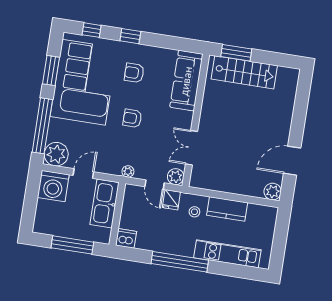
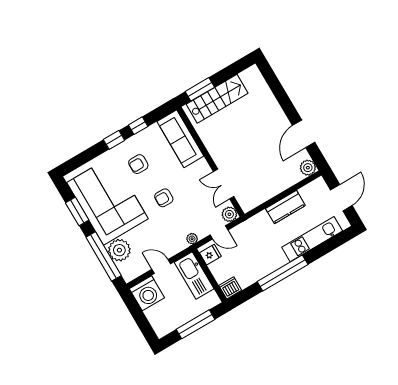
window: (92, 30) -> (138, 126), moved
plant: (56, 154) -> (119, 250), moved
door: (83, 174) -> (161, 266), hinge flipped
fridge: (171, 200) -> (210, 255), moved, turned -90
stool: (194, 212) -> (264, 228), removed
door: (280, 239) -> (341, 198), added

